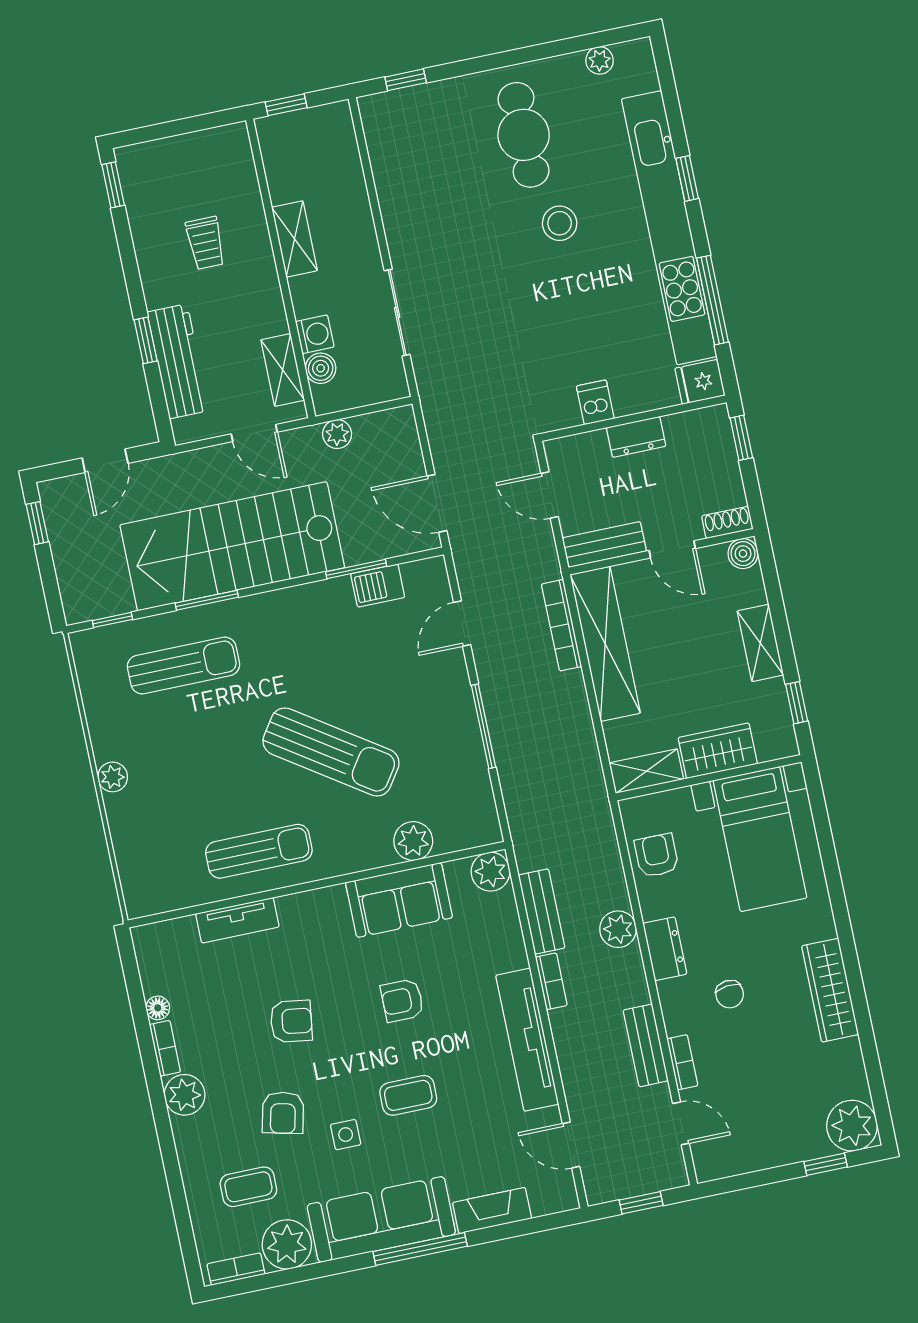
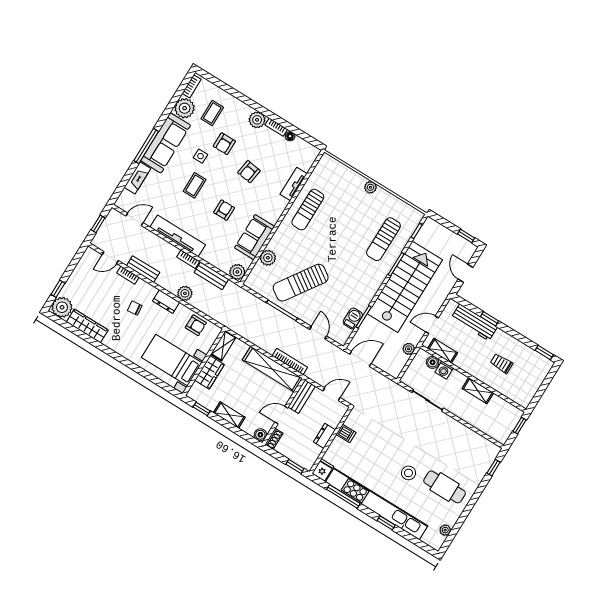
sun lounger: (331, 752) -> (301, 283), moved
wardrobe: (830, 990) -> (87, 326), moved
armchair: (283, 1113) -> (224, 144), turned -103

